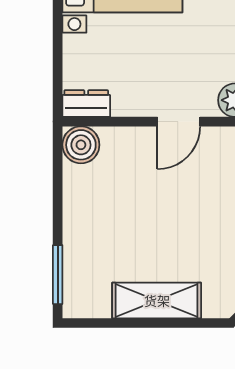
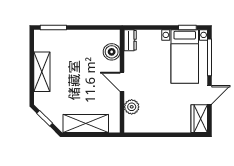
boiler: (81, 145) -> (112, 52), moved

